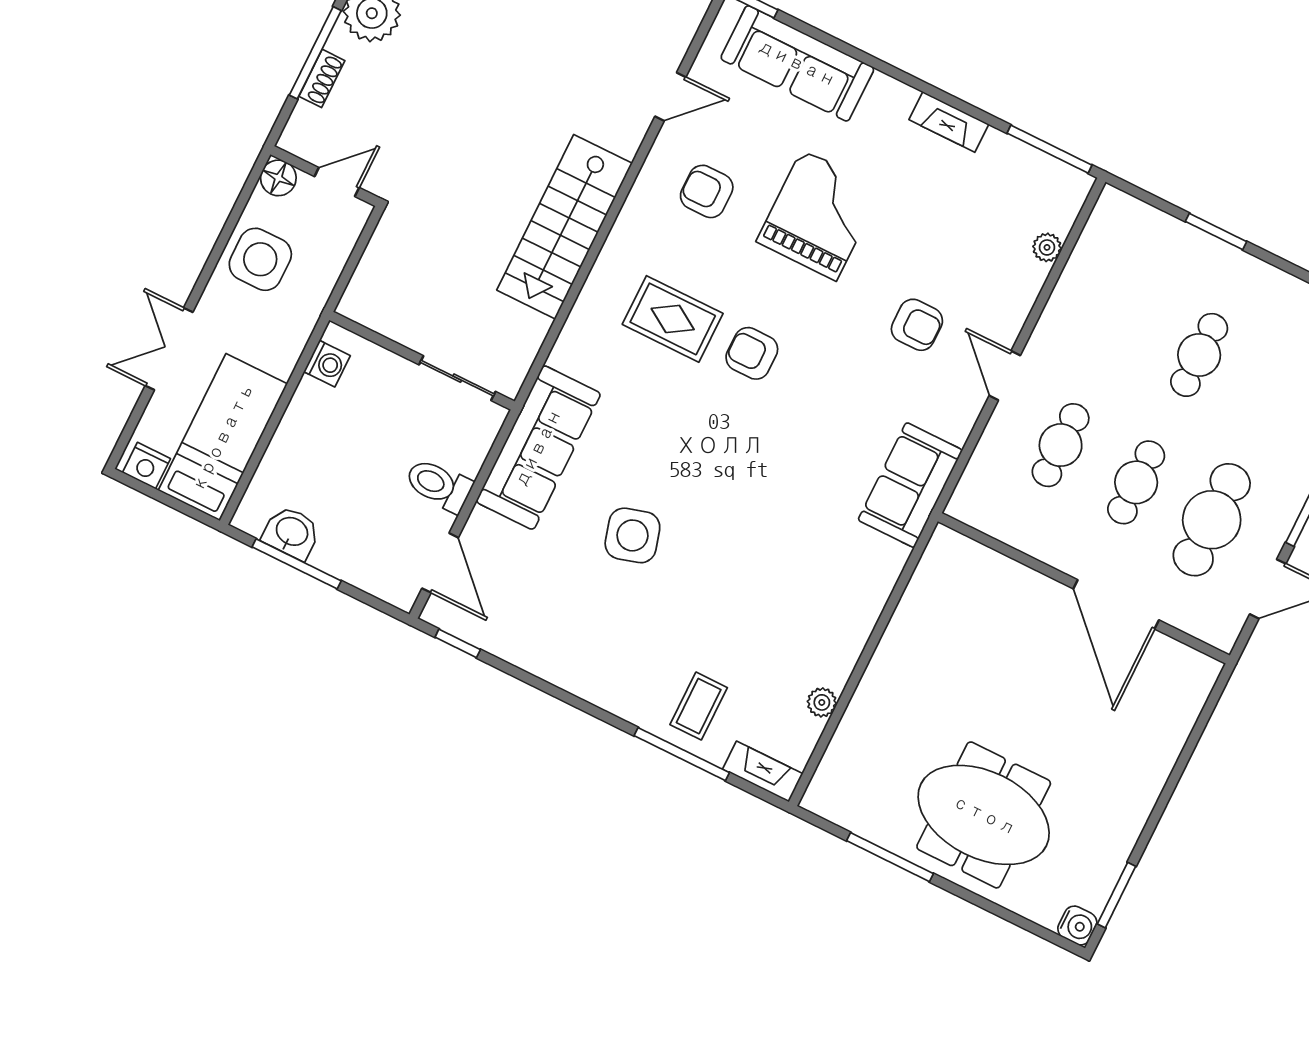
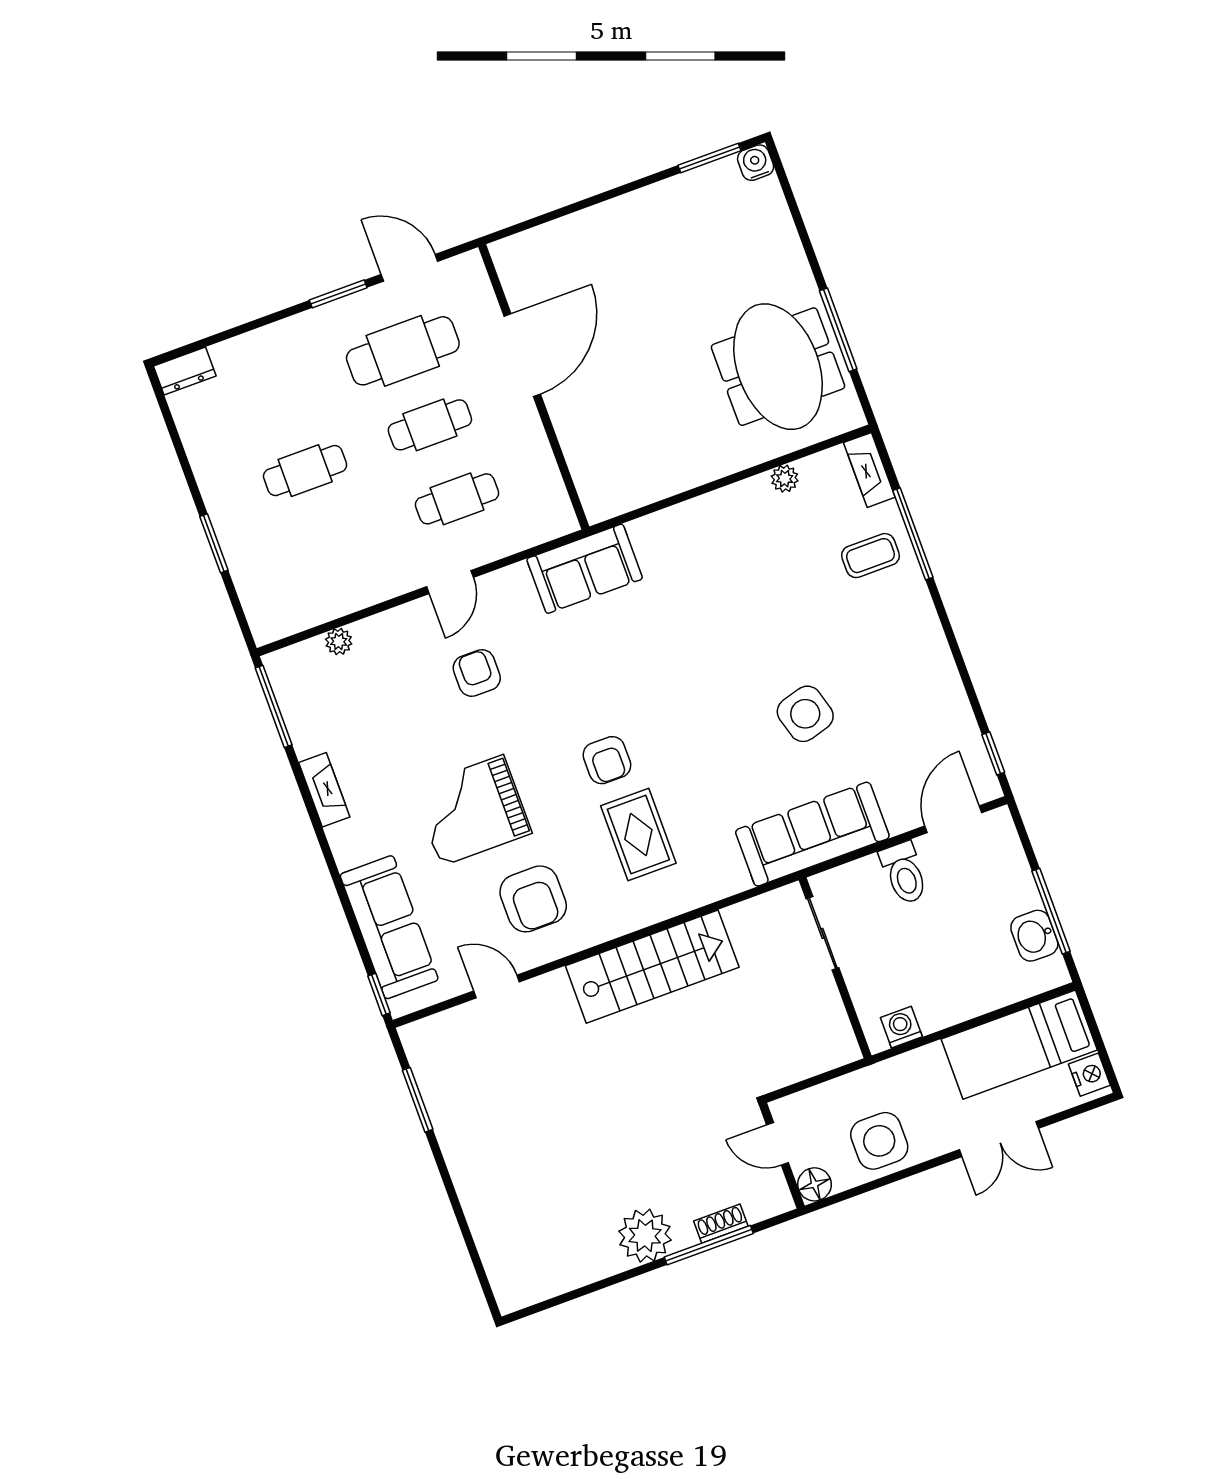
armchair: (707, 191) -> (533, 899), width x1.38, depth x1.38
meeting table: (984, 815) -> (778, 367), moved

